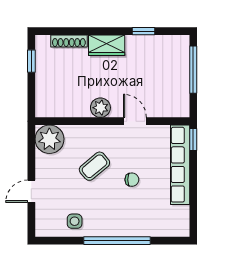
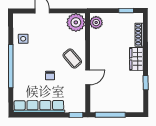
window: (193, 70) -> (110, 115), moved
plant: (100, 108) -> (96, 23), moved
row of seats: (180, 165) -> (39, 107), moved
coffee table: (94, 166) -> (72, 58), moved

